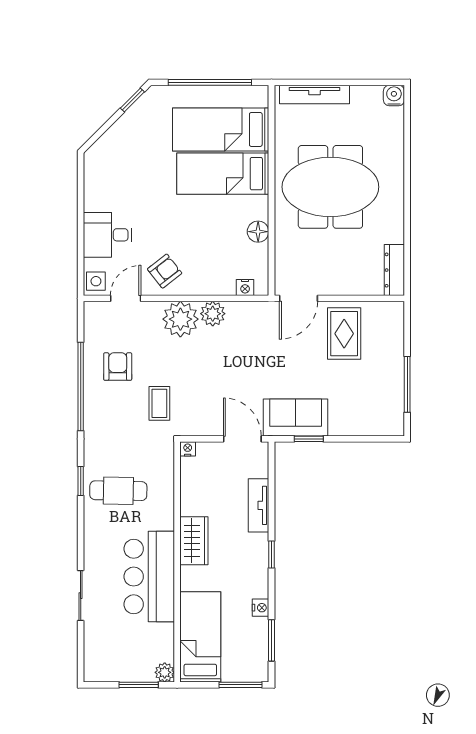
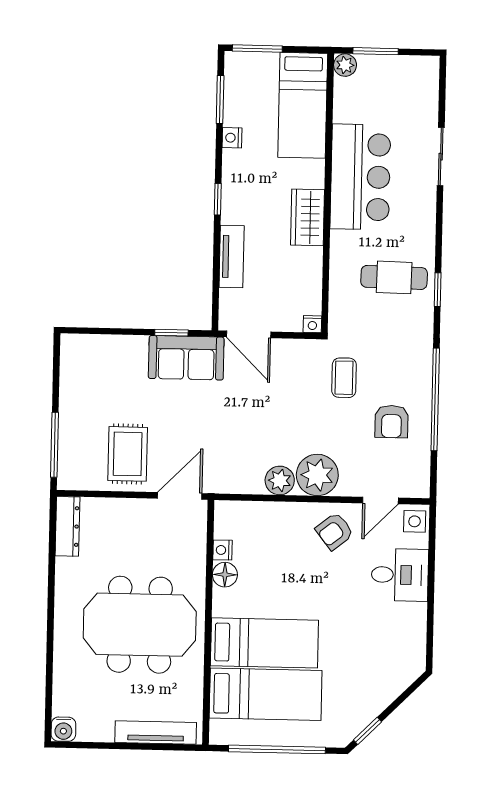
nightstand: (245, 288) -> (222, 550), moved, turned -90
window: (407, 384) -> (54, 445), moved

